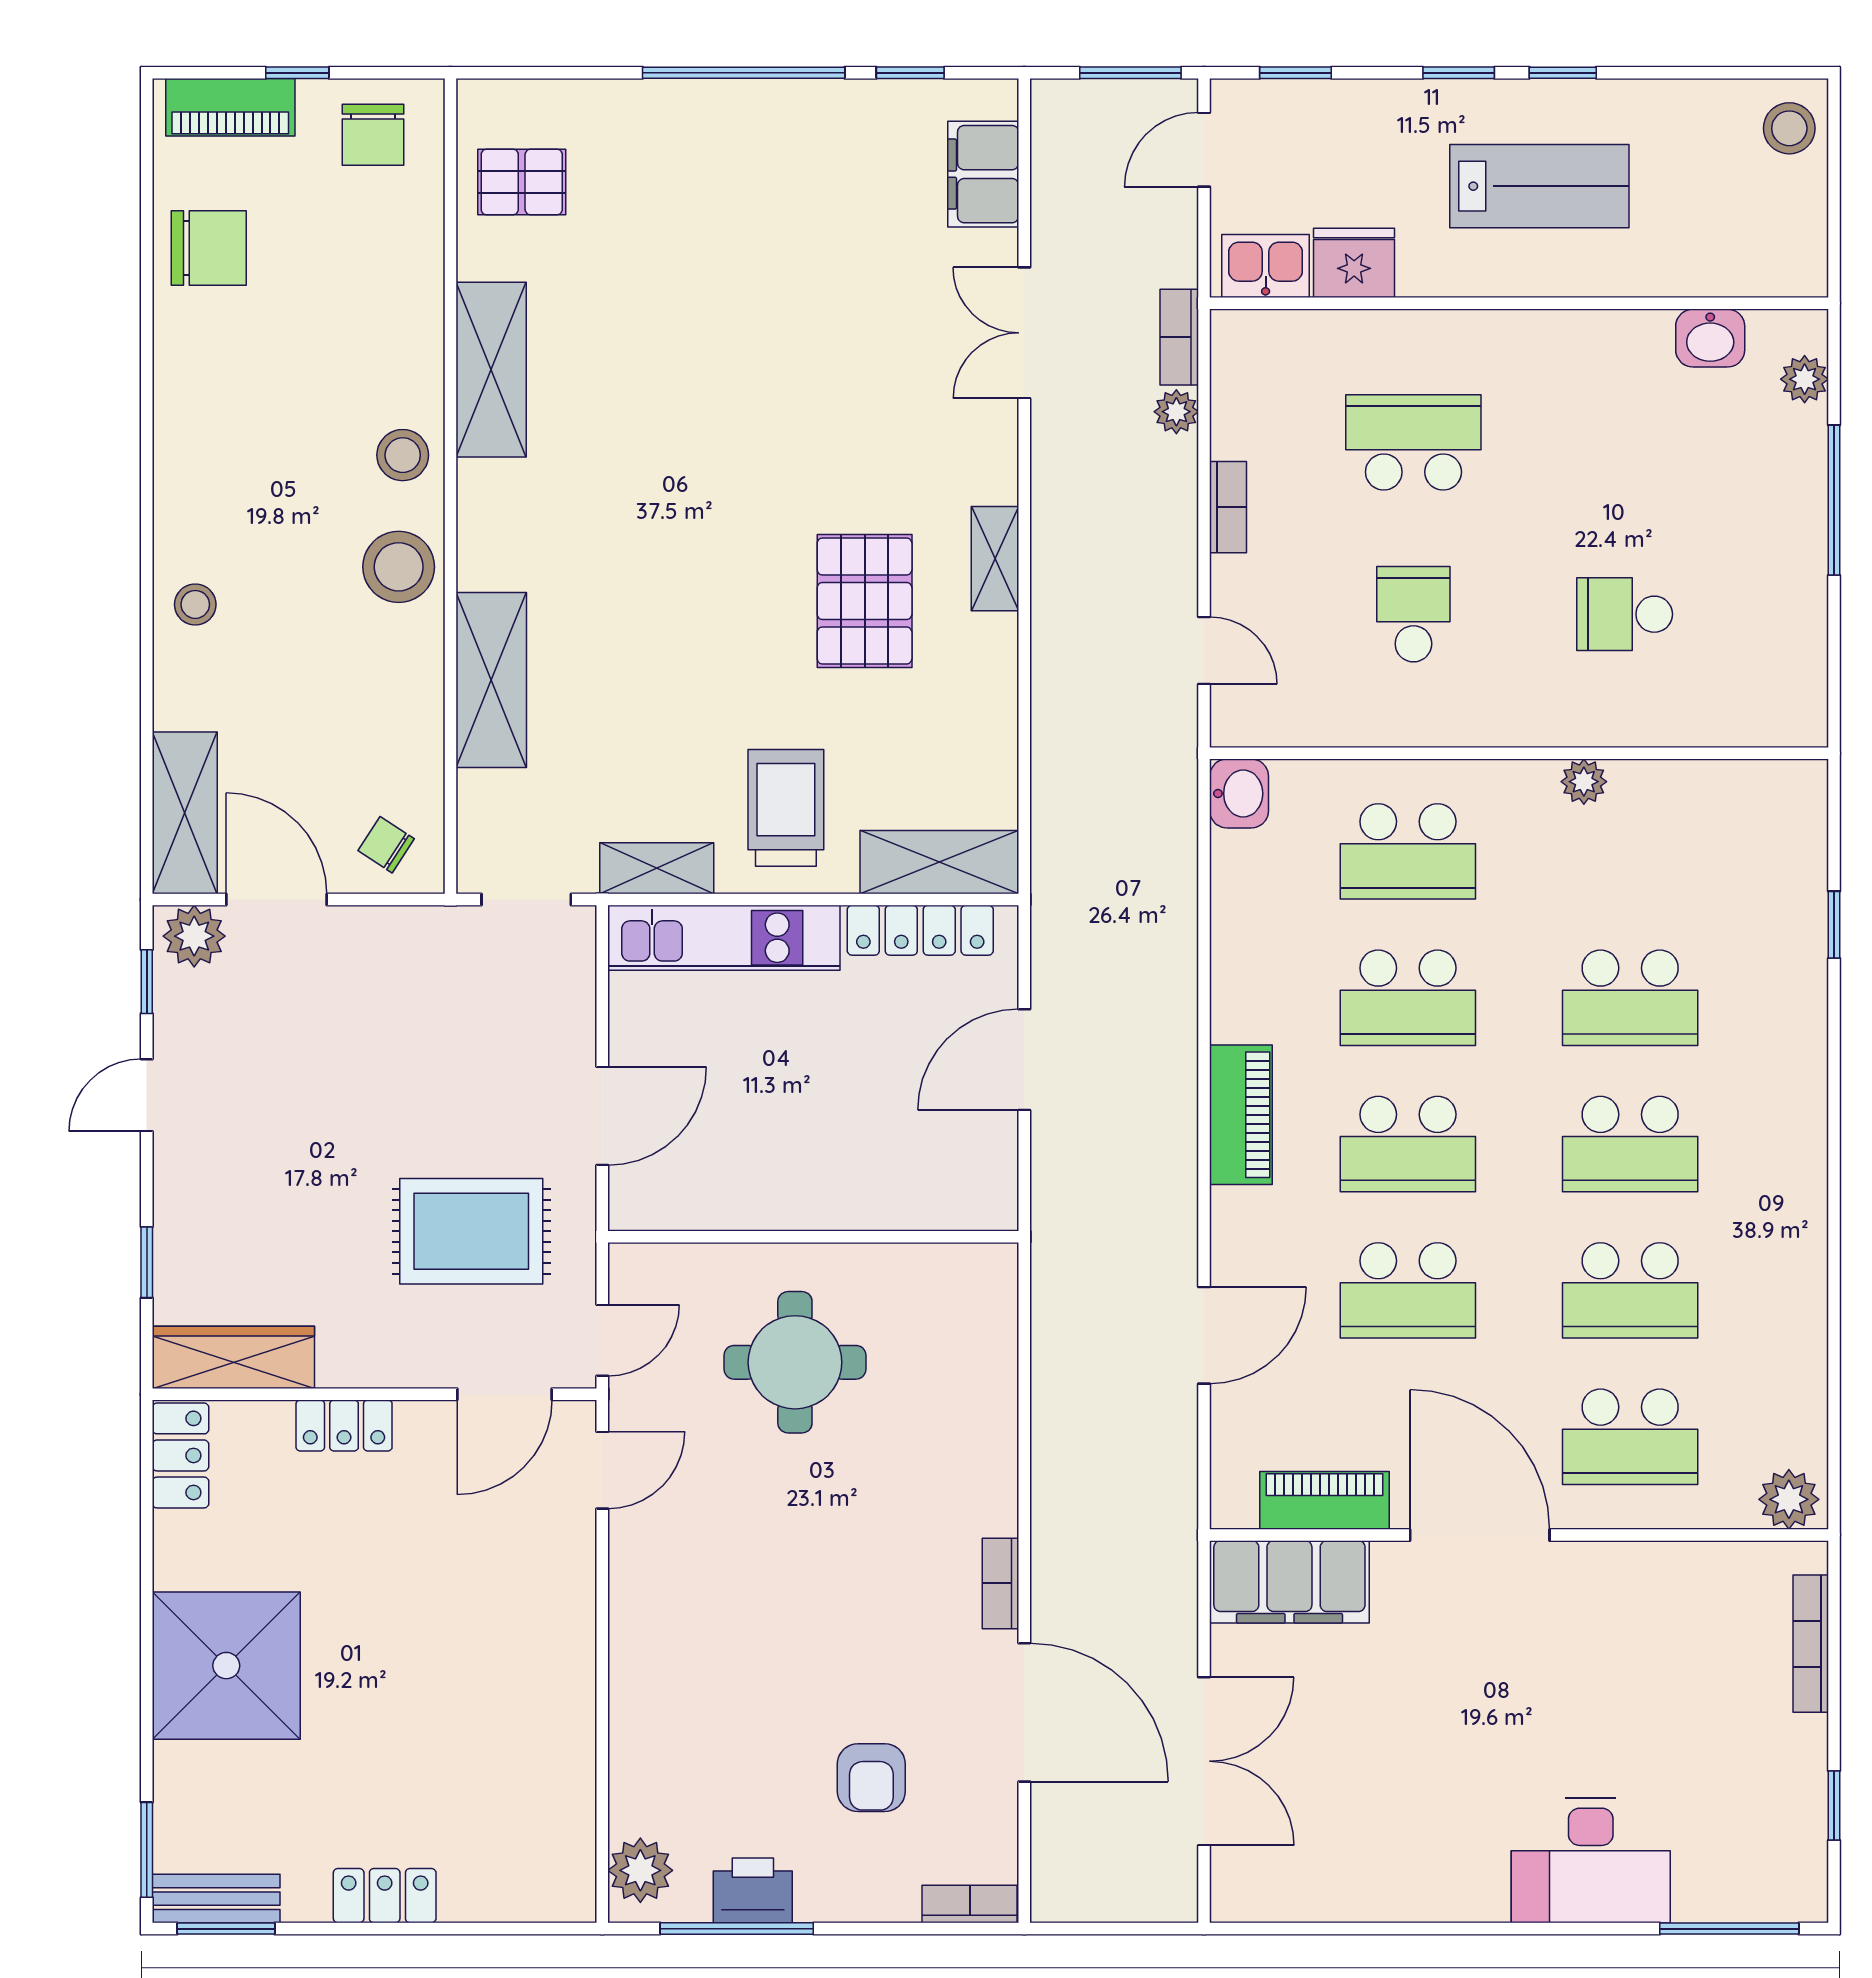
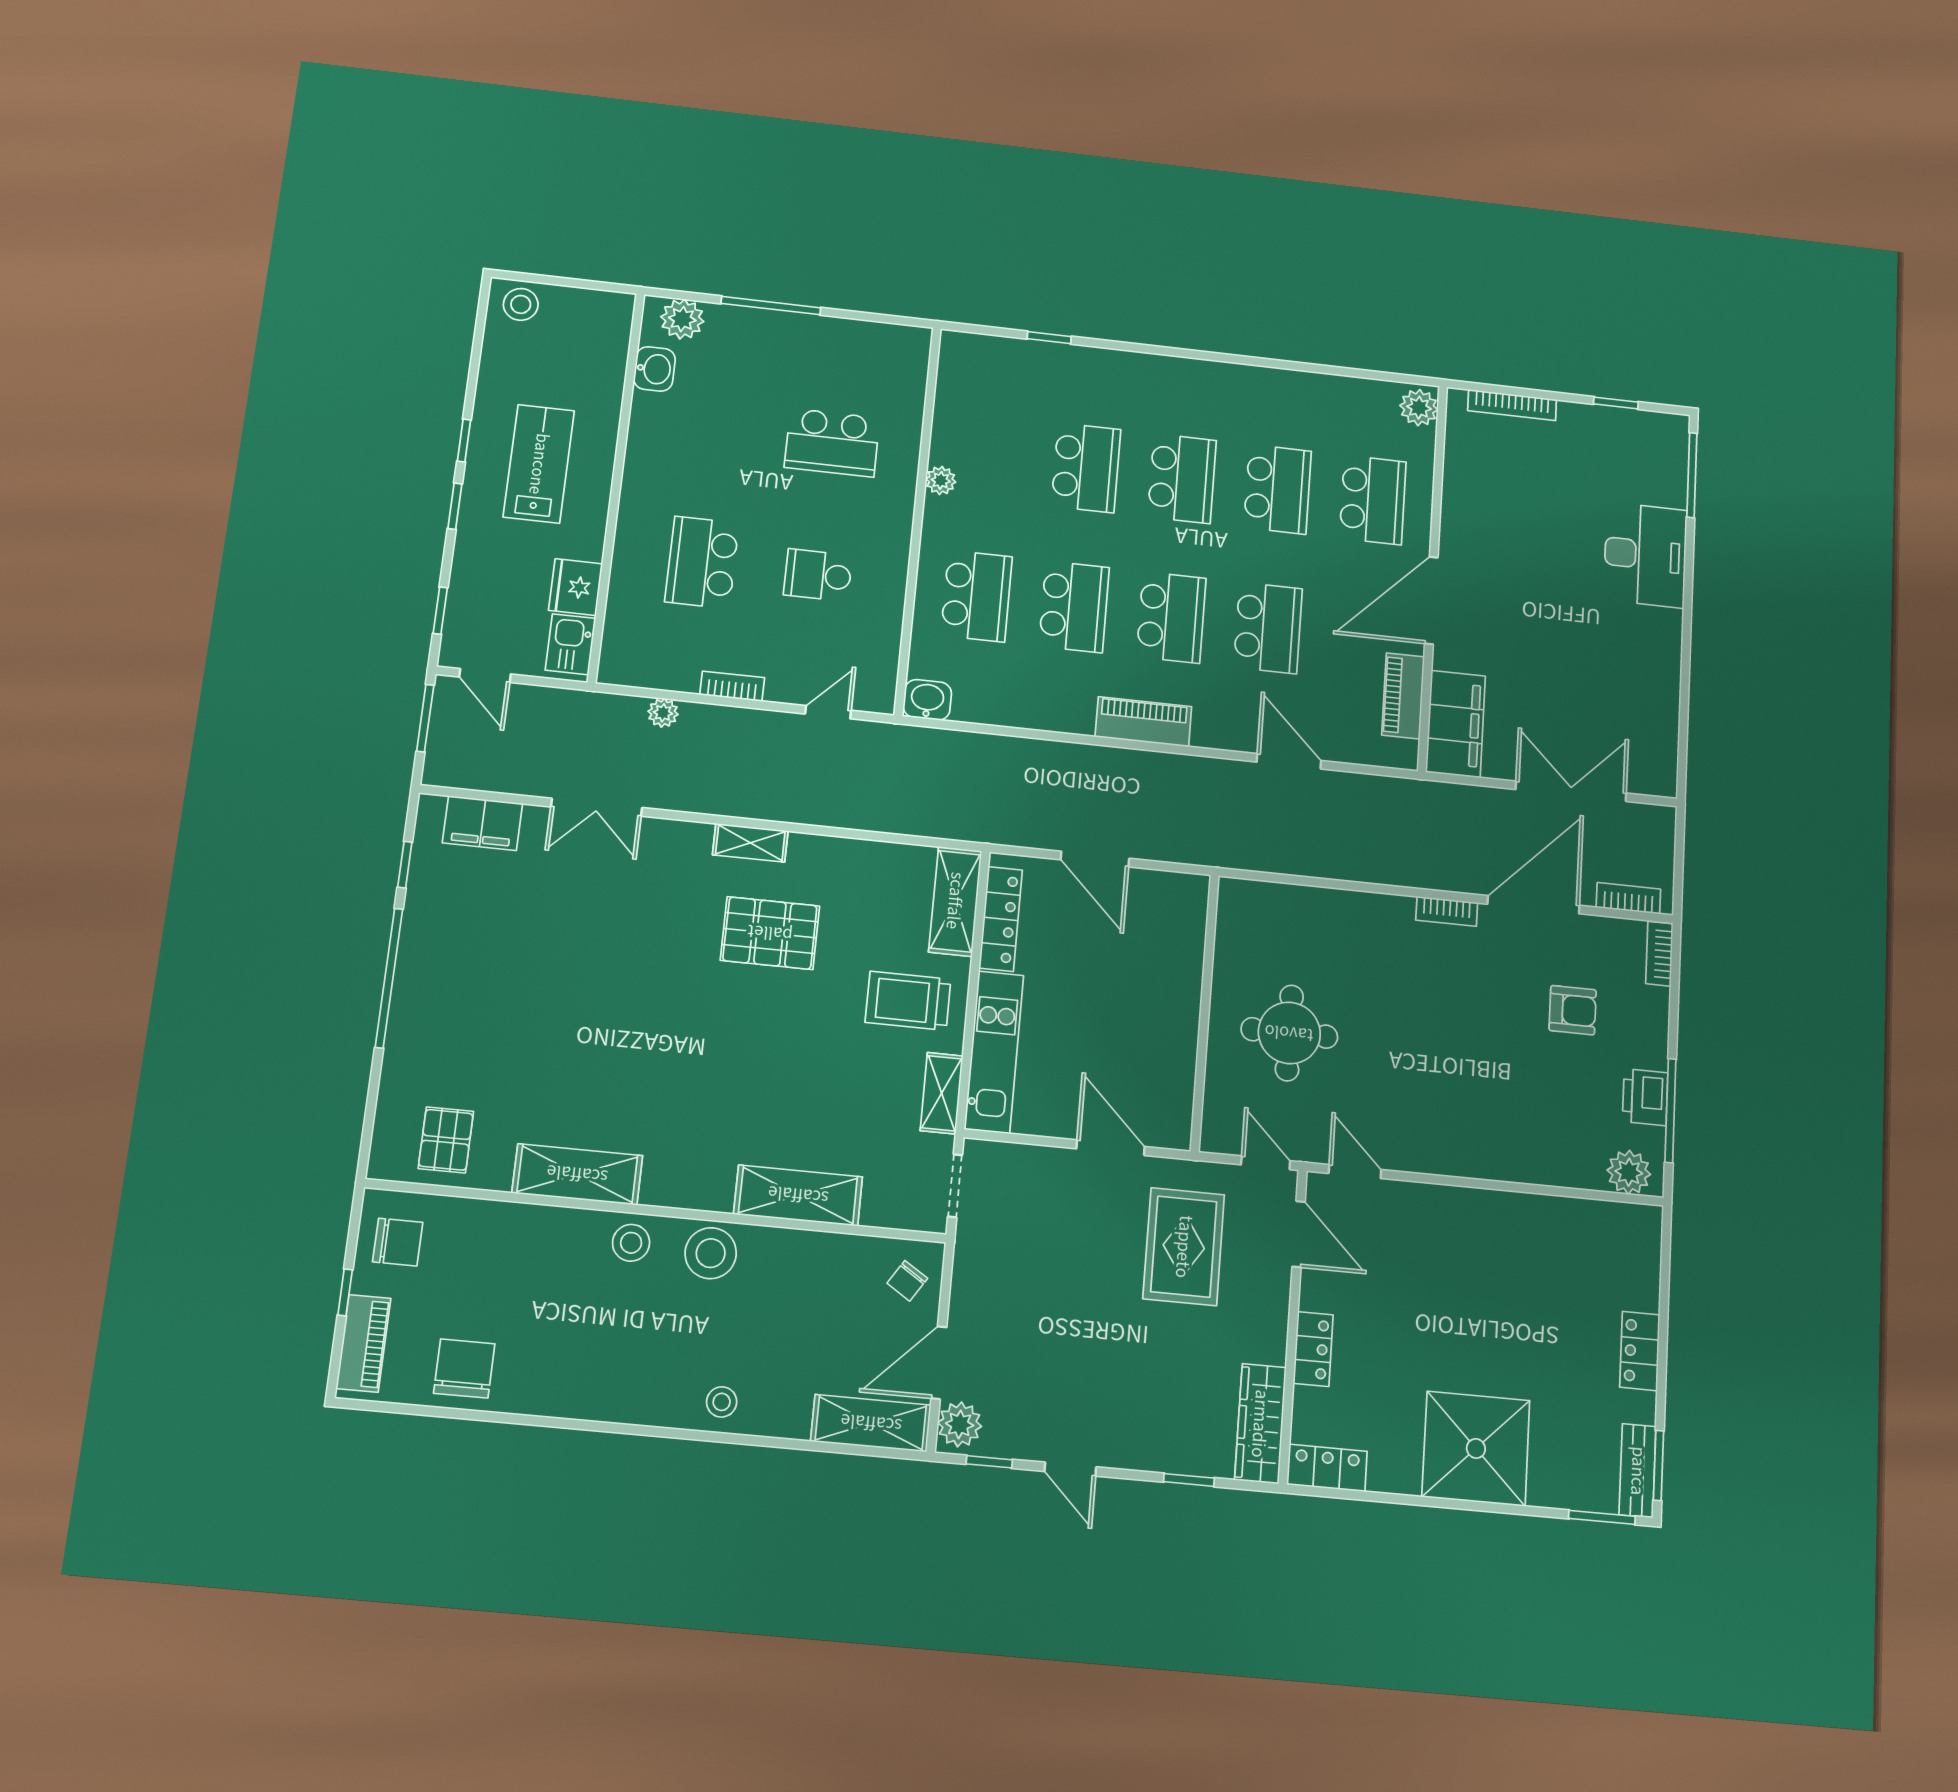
bookcase: (1179, 337) -> (1628, 898), moved, turned 180
plant: (1805, 379) -> (682, 319), width x1.38, depth x1.38
school desk: (1625, 614) -> (832, 443), width x1.85

